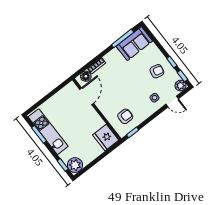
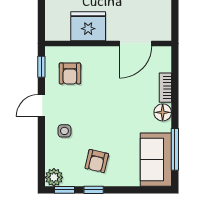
floor lamp: (86, 76) -> (163, 112), moved
door: (87, 96) -> (135, 43), hinge flipped
door: (172, 102) -> (41, 106), moved
fridge: (106, 138) -> (88, 26), moved

